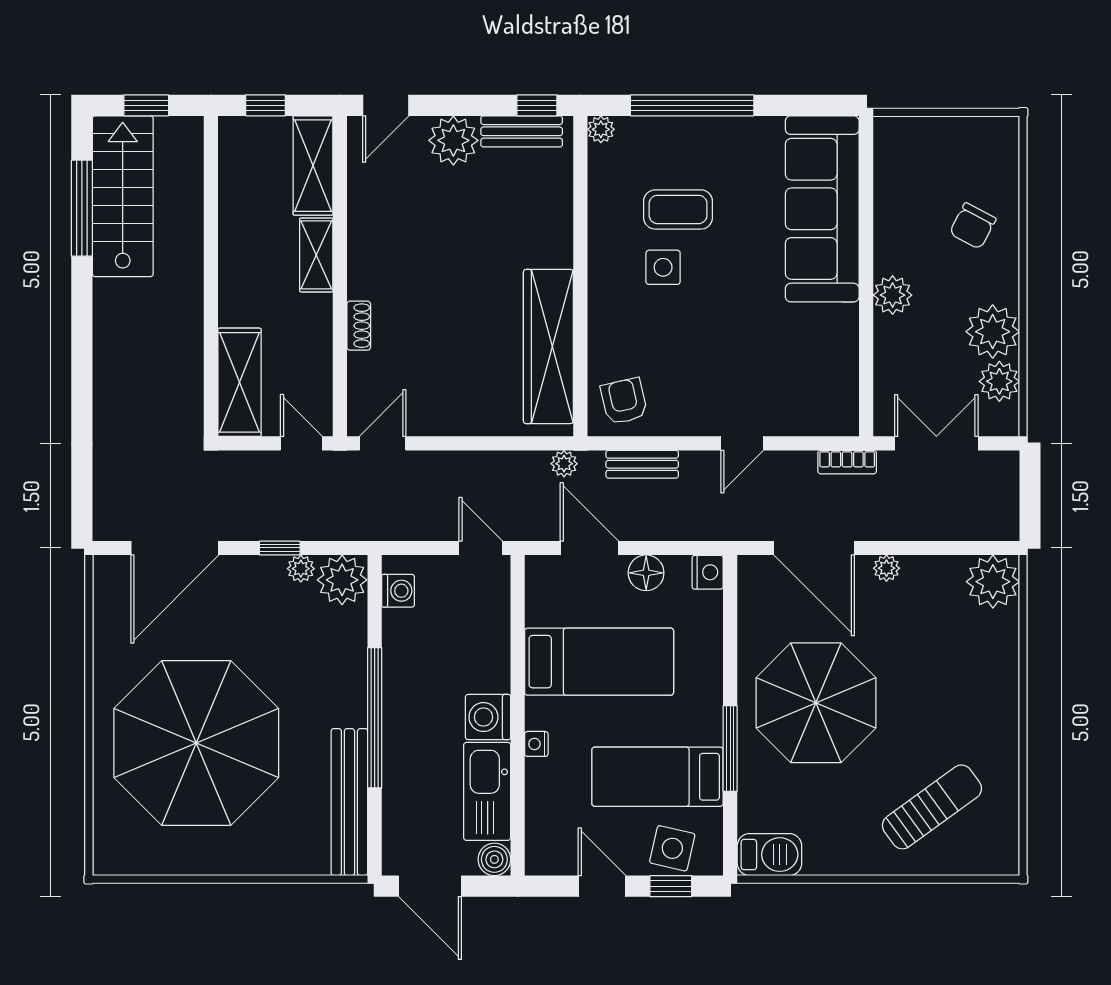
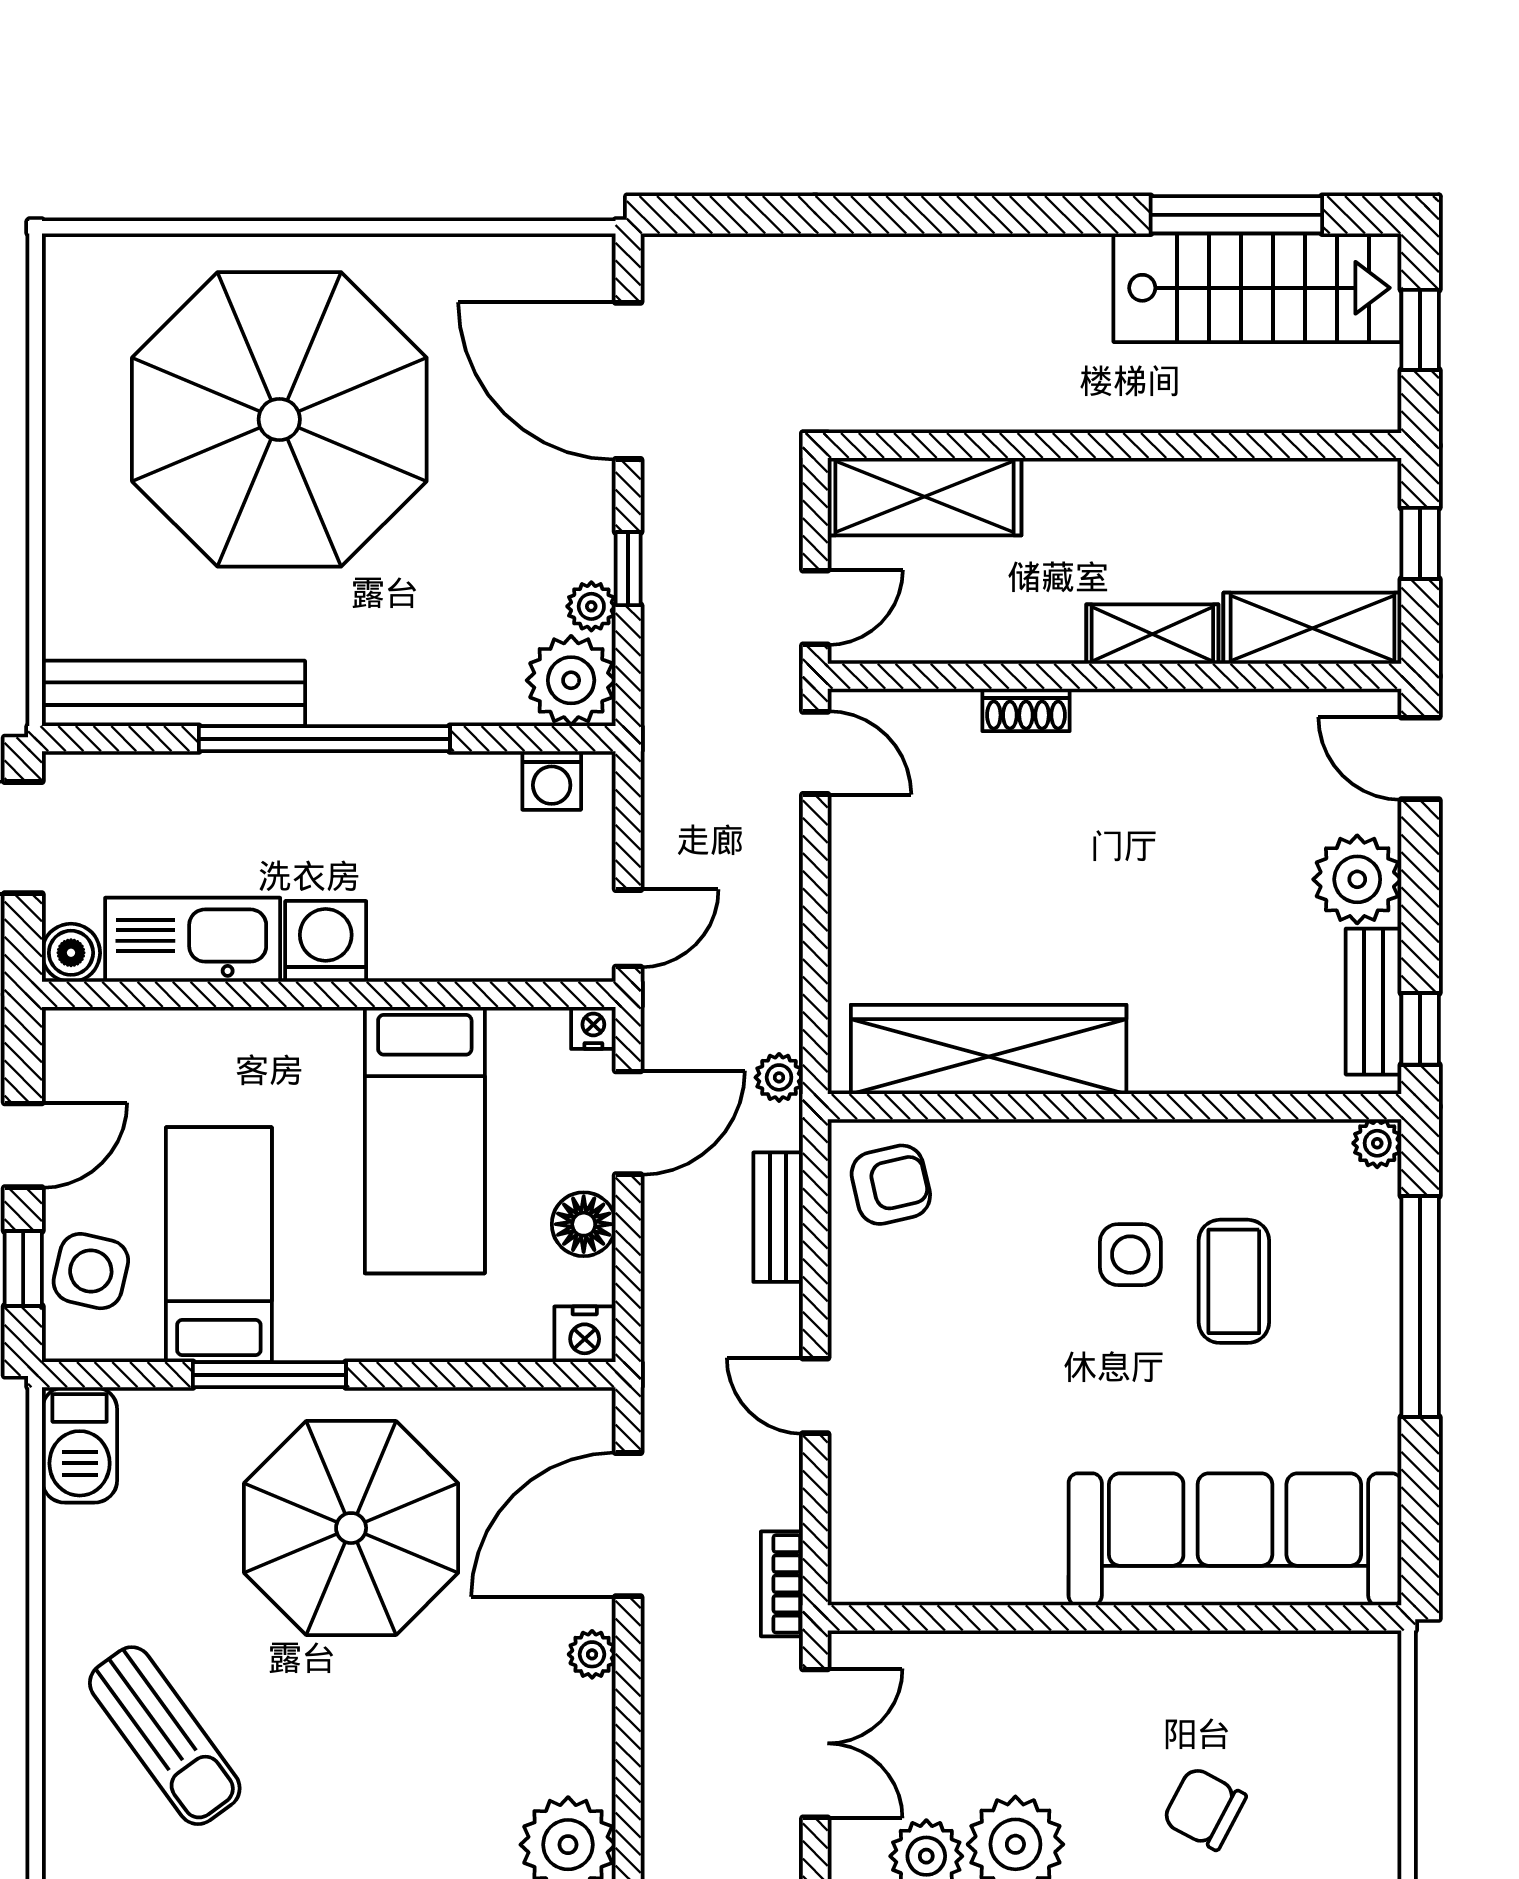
plant: (893, 295) -> (1081, 1665), removed
nightstand: (536, 744) -> (593, 1028), moved

